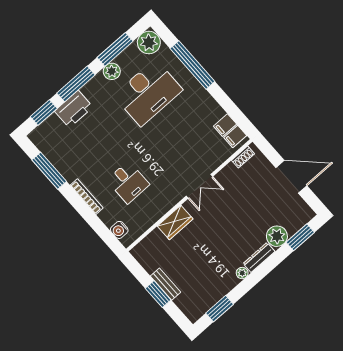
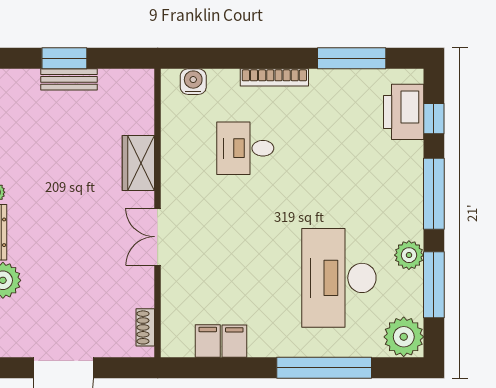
printer: (74, 109) -> (404, 112), moved
window: (44, 112) -> (434, 119), width x0.67
filing cabinet: (235, 136) -> (234, 341), moved

